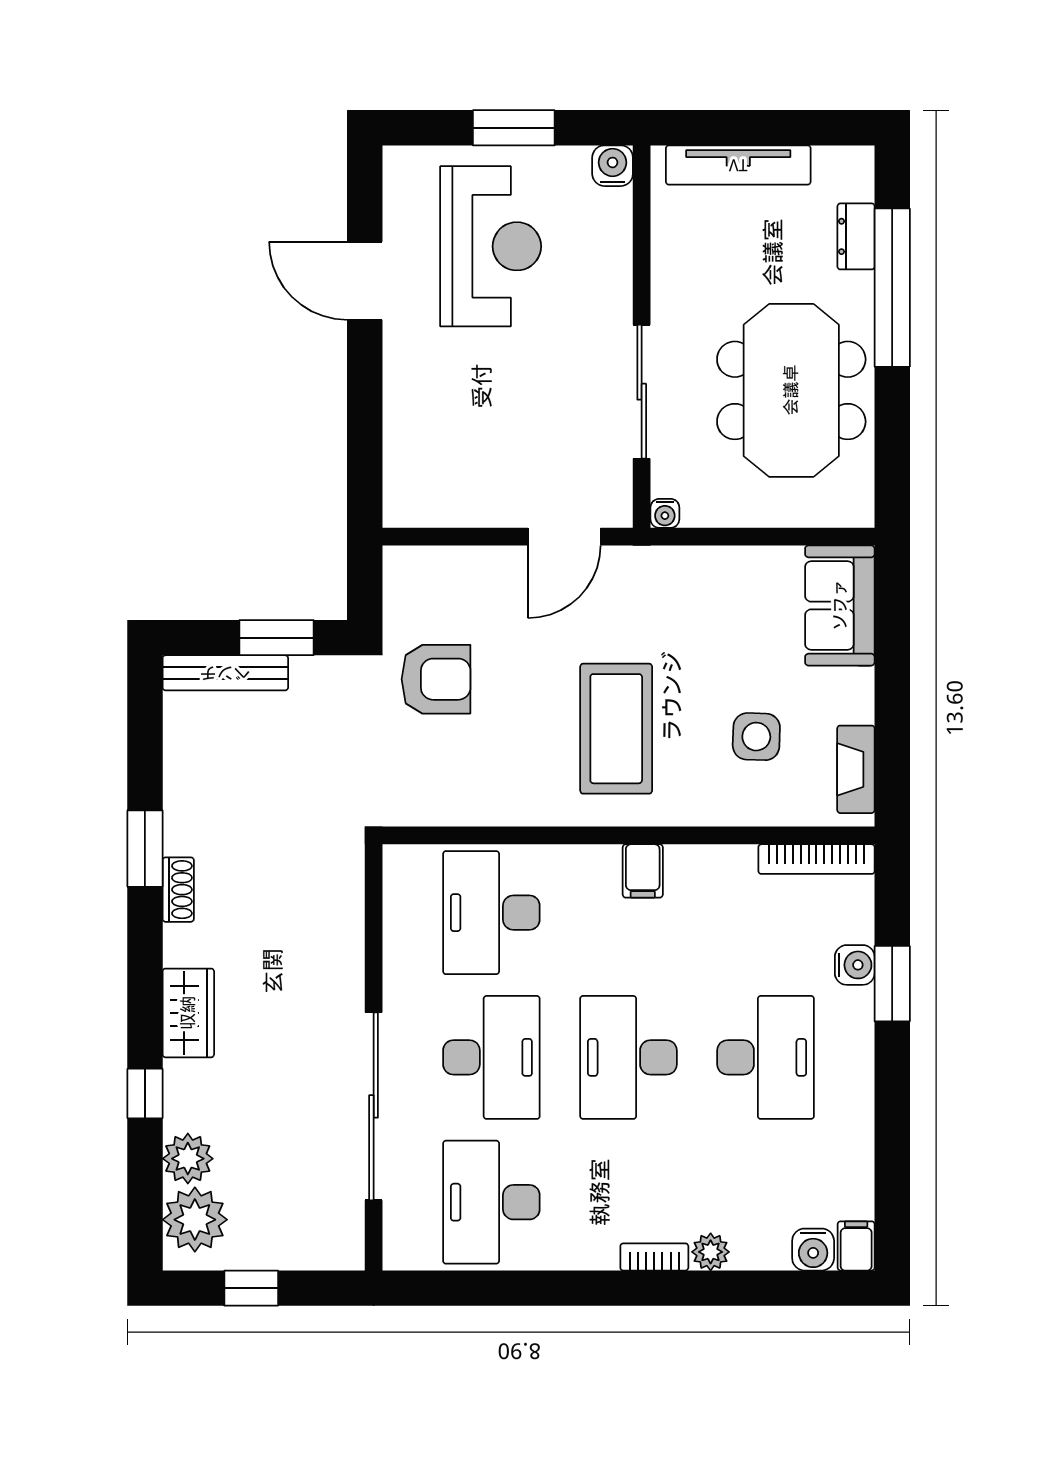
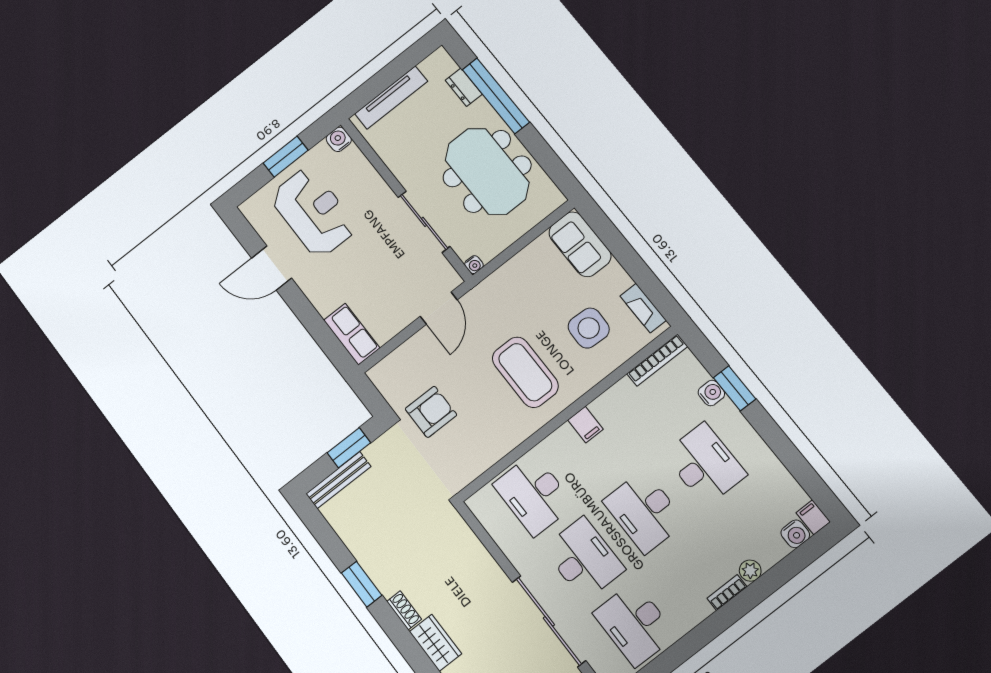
row of seats: (408, 474) -> (352, 334), added
side table: (756, 737) -> (589, 328), width x1.37, depth x1.37
shoe rack: (178, 890) -> (404, 610), moved

